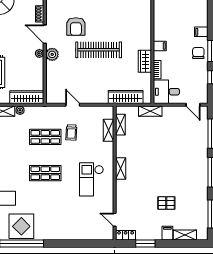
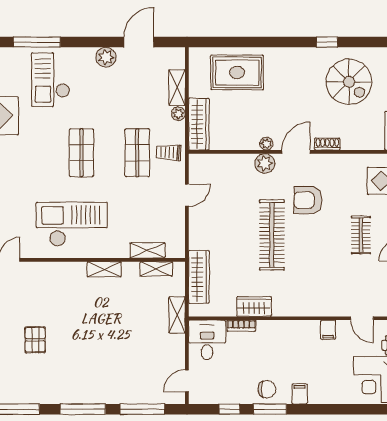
filing cabinet: (160, 46) -> (328, 330), moved
trolley: (71, 132) -> (169, 153), moved
shelving: (121, 168) -> (104, 269), moved
checkout: (91, 179) -> (72, 224), width x1.36, depth x1.21

